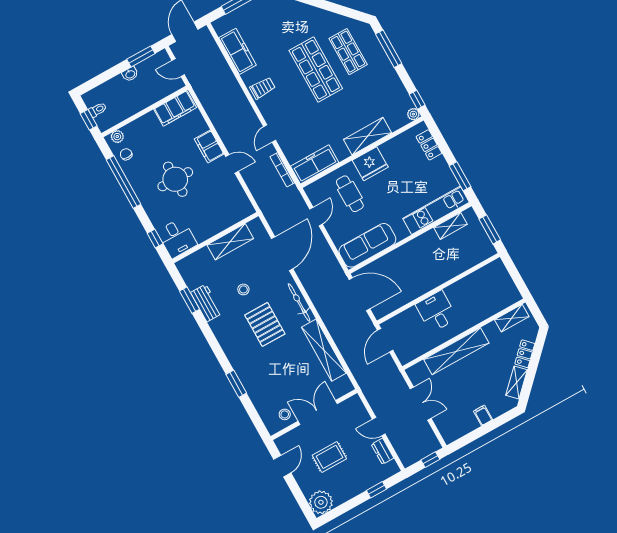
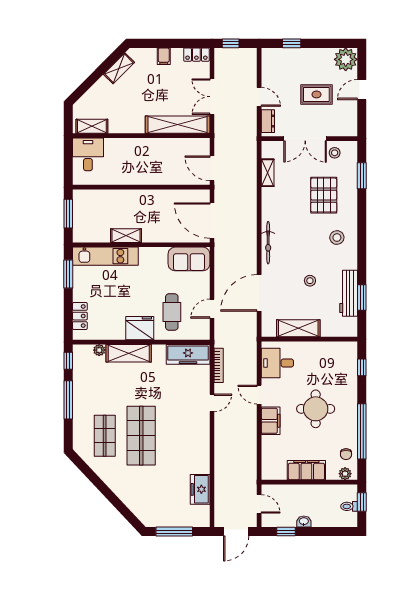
window: (389, 49) -> (68, 400), moved
freezer: (238, 51) -> (200, 489), width x0.71
window: (141, 56) -> (286, 532), width x0.67
trolley: (263, 88) -> (196, 446), removed
filing cabinet: (175, 108) -> (306, 470), moved
plant: (413, 114) -> (99, 350), moved
shelving: (450, 226) -> (126, 236), moved
desk: (177, 238) -> (277, 363), moved, turned -90
sofa: (367, 245) -> (189, 259), width x0.73
workbench: (206, 303) -> (349, 293), width x1.38
desk: (436, 311) -> (88, 154), moved, turned 180
pallet: (265, 324) -> (324, 195), moved
door: (385, 340) -> (212, 168), swing flipped
stool: (241, 341) -> (337, 238), added
shelving: (324, 350) -> (268, 173), width x0.45, depth x0.75
shelving: (456, 351) -> (178, 125), moved
locker: (525, 354) -> (196, 55), moved, turned 45
window: (236, 384) -> (362, 176), moved
dresser: (383, 451) -> (268, 121), moved
door: (282, 466) -> (362, 90), moved

